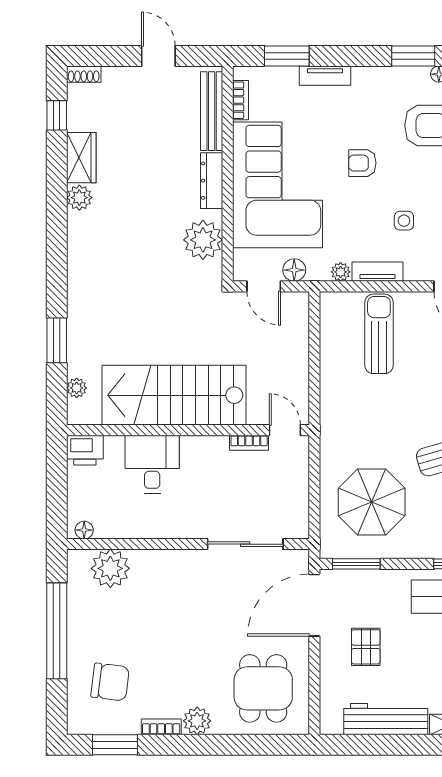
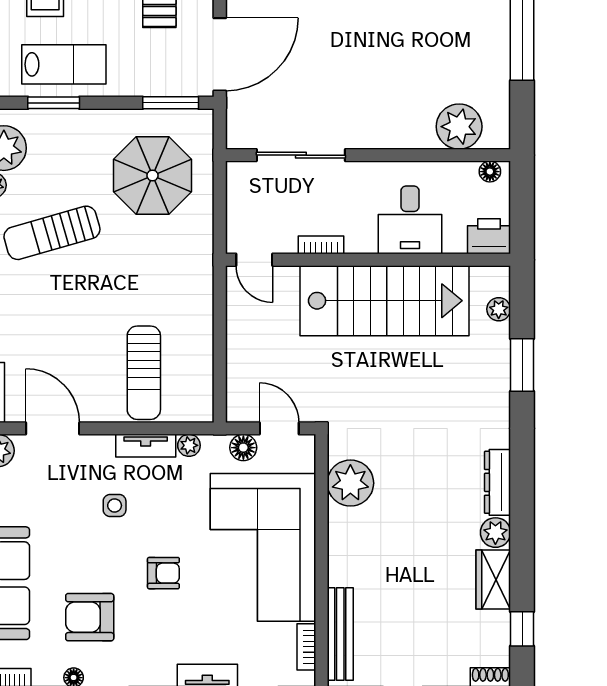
dresser: (212, 181) -> (498, 482), moved, turned 180
bookcase: (249, 443) -> (321, 245), moved
floor lamp: (84, 530) -> (490, 172), moved
wall: (188, 544) -> (368, 155), moved
sliding door: (245, 544) -> (301, 155), moved
plant: (110, 568) -> (459, 127), moved

